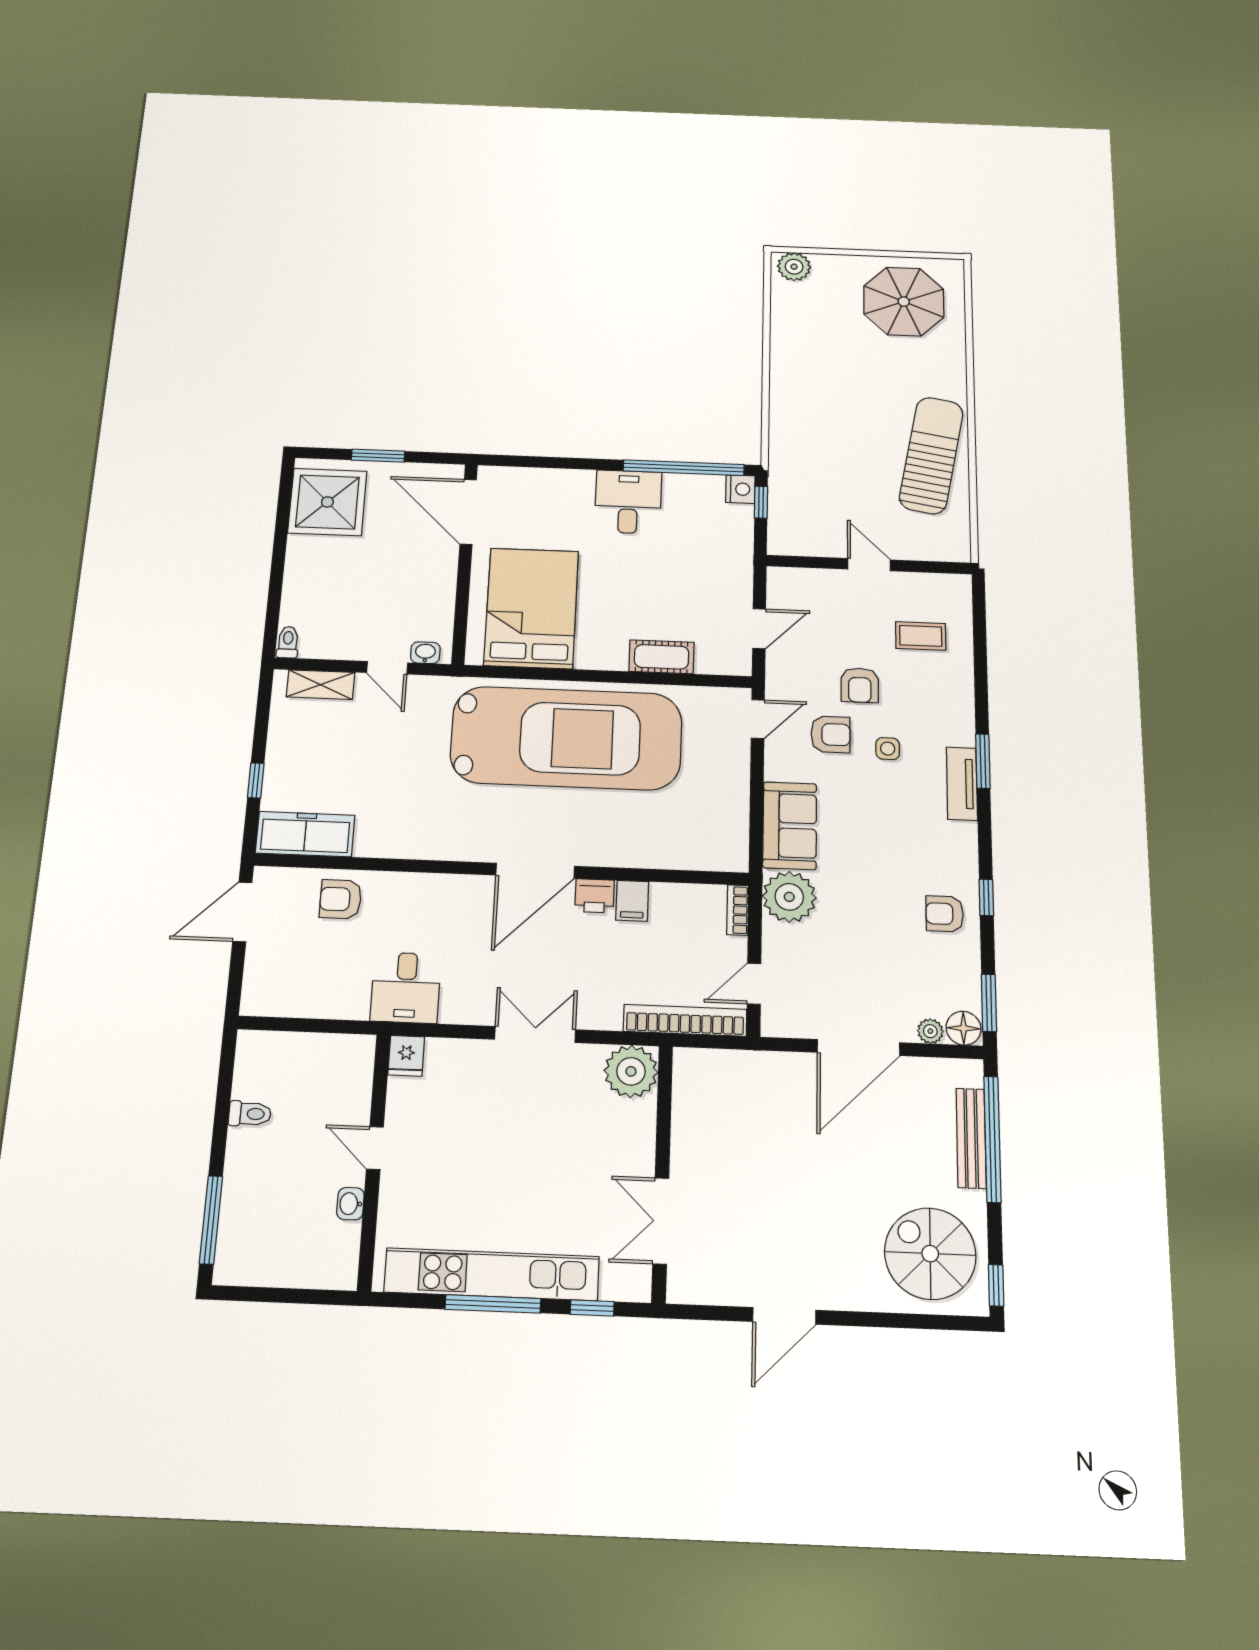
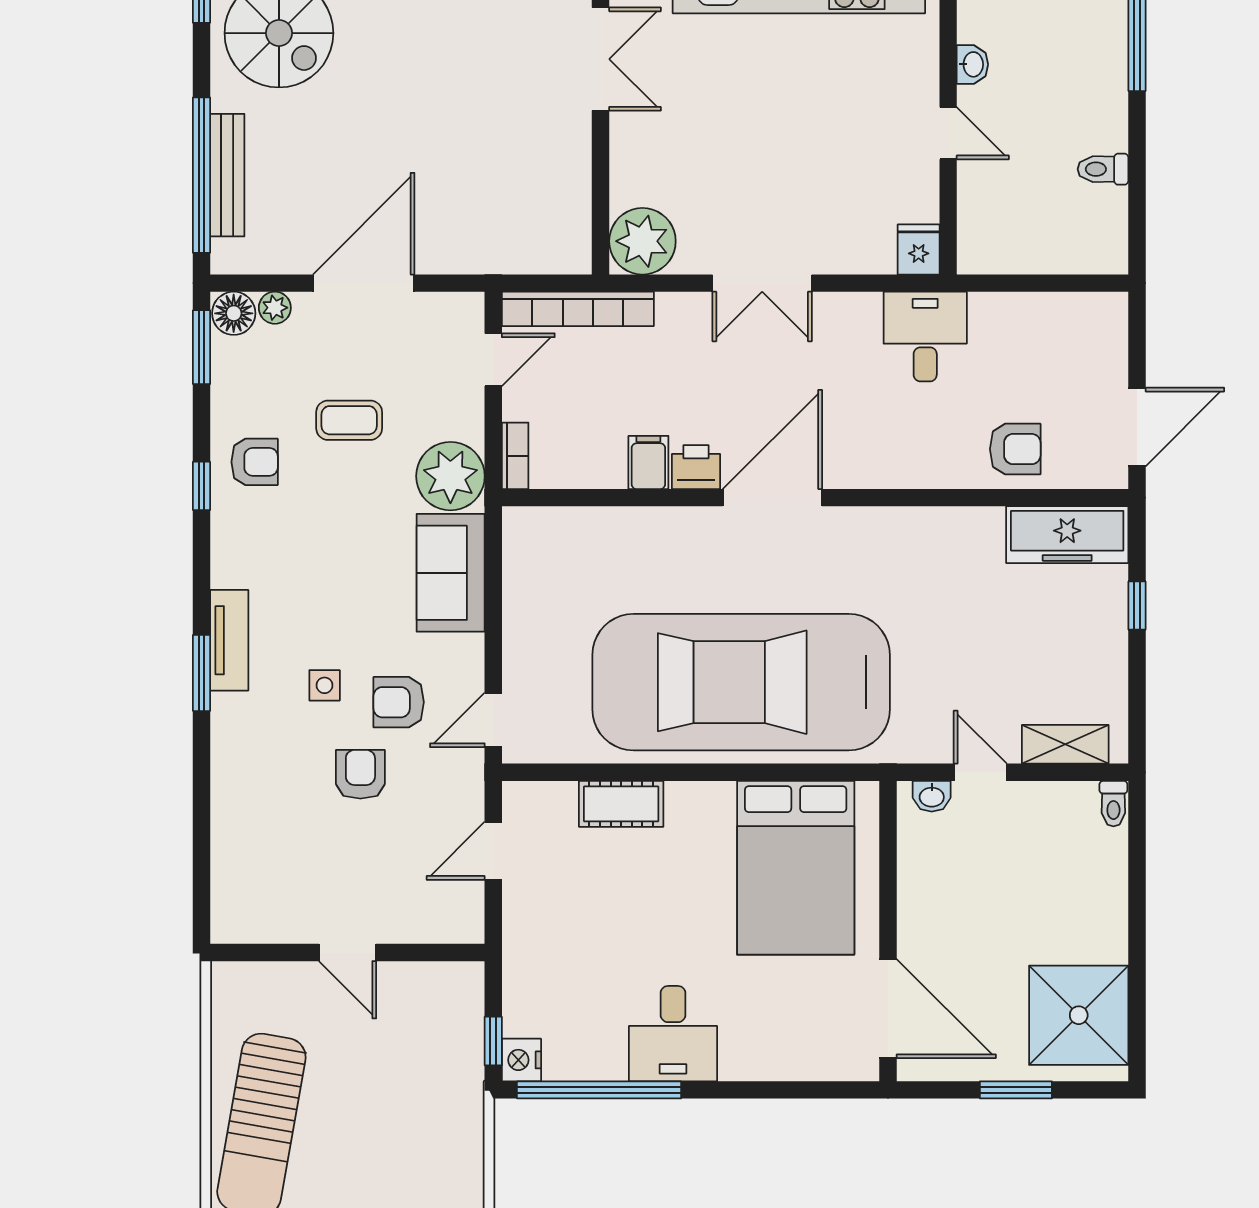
coffee table: (921, 636) -> (349, 420), moved

